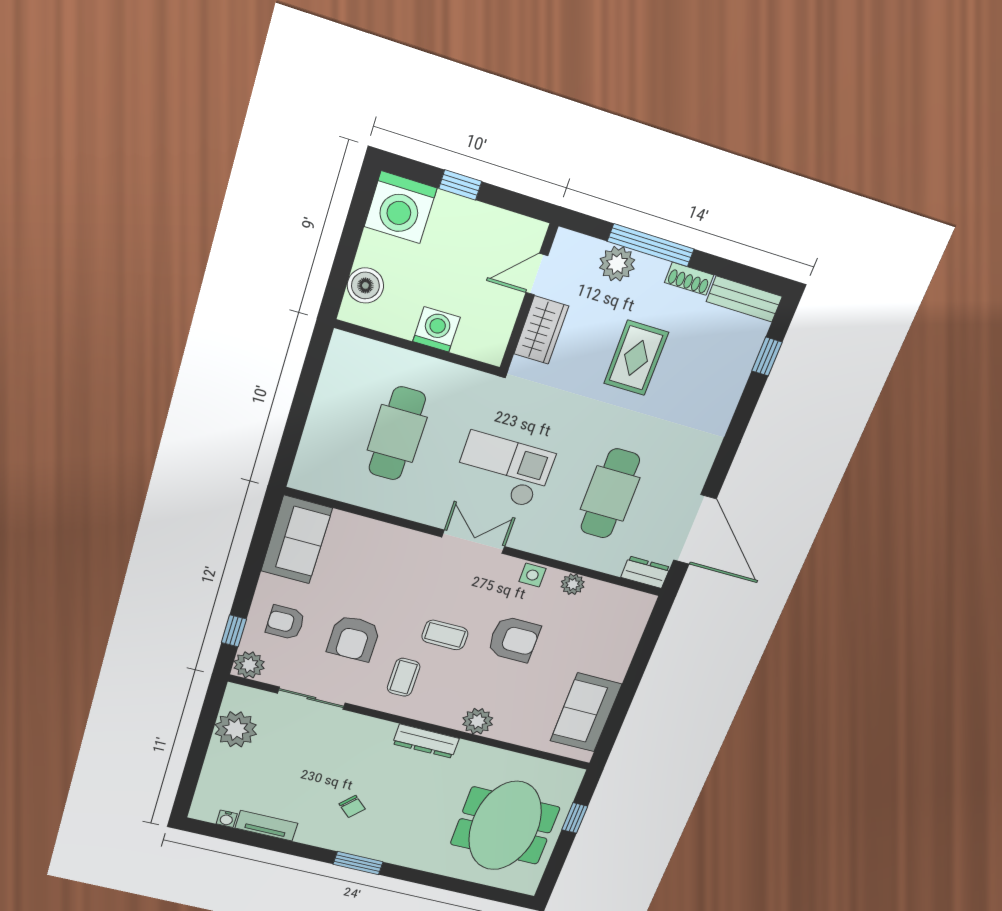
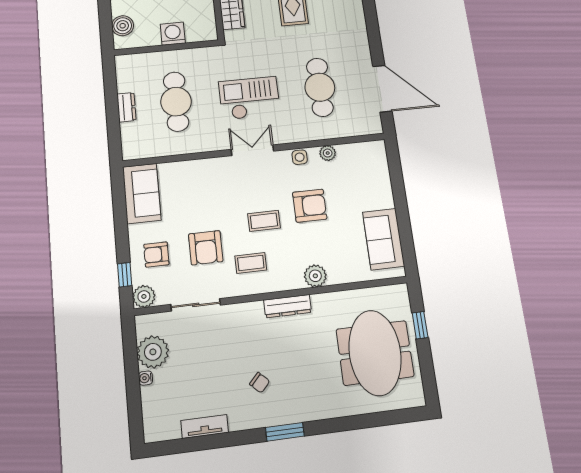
dresser: (645, 572) -> (126, 107), moved, turned 90
coffee table: (404, 677) -> (251, 263), turned 90
water cooler: (227, 819) -> (146, 378), moved, turned 90

